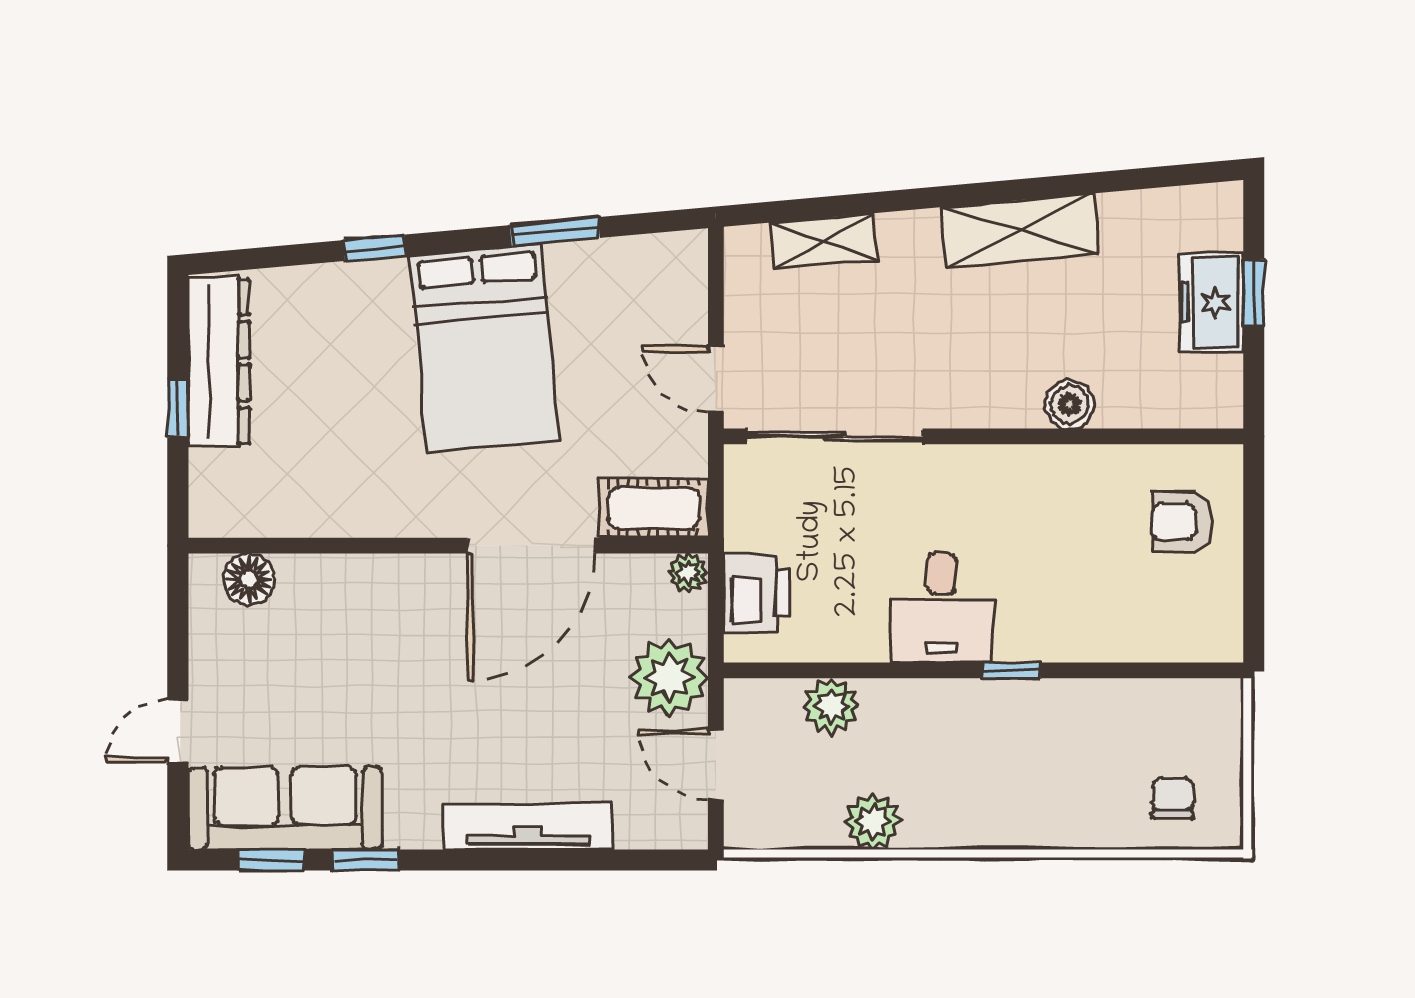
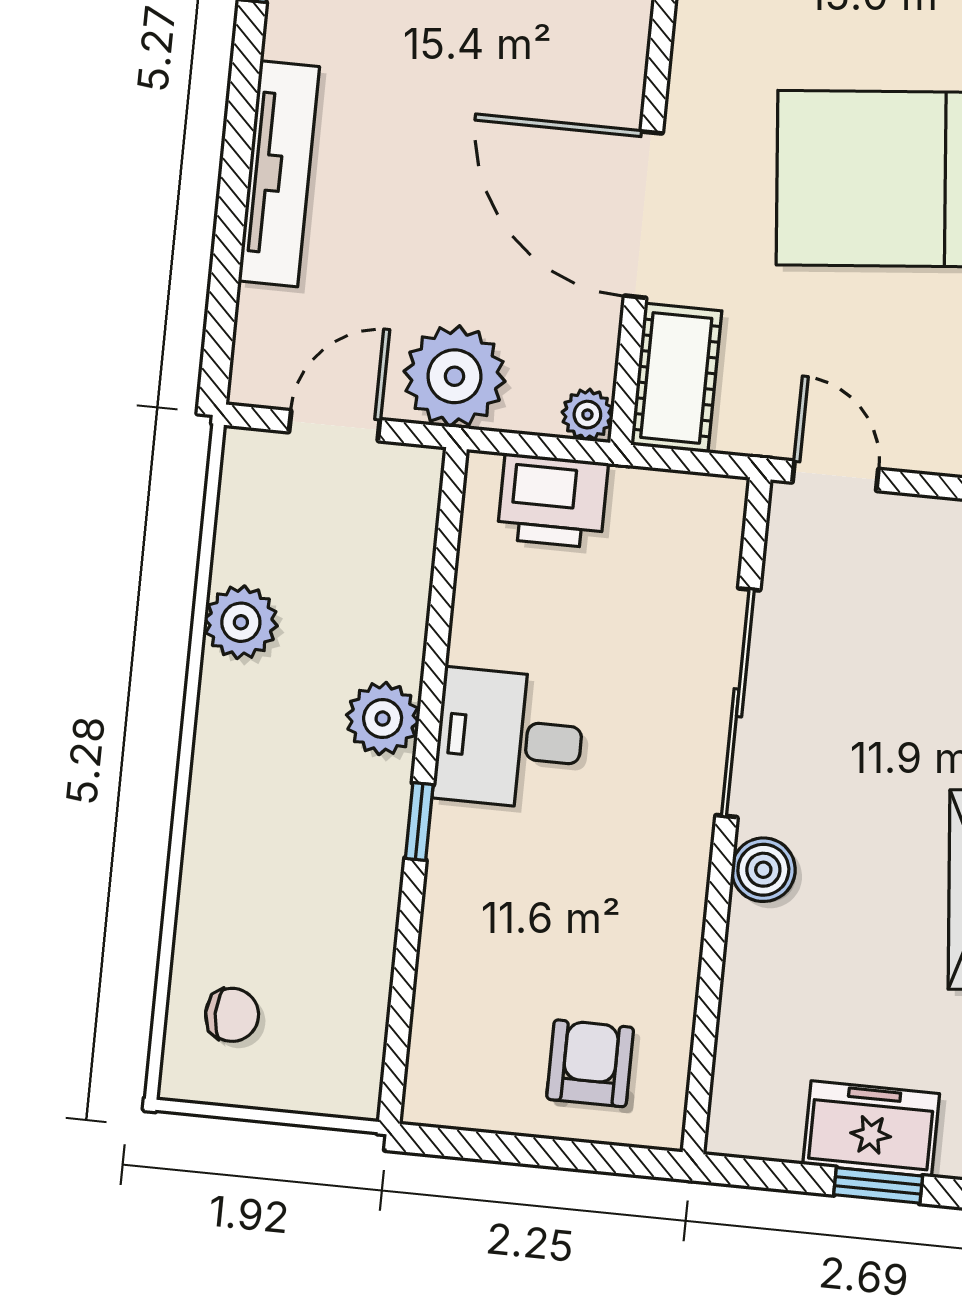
door: (716, 379) -> (835, 476), hinge flipped
boiler: (1070, 404) -> (763, 870), moved
sliding door: (835, 436) -> (738, 703), moved
plant: (831, 706) -> (383, 719), moved

